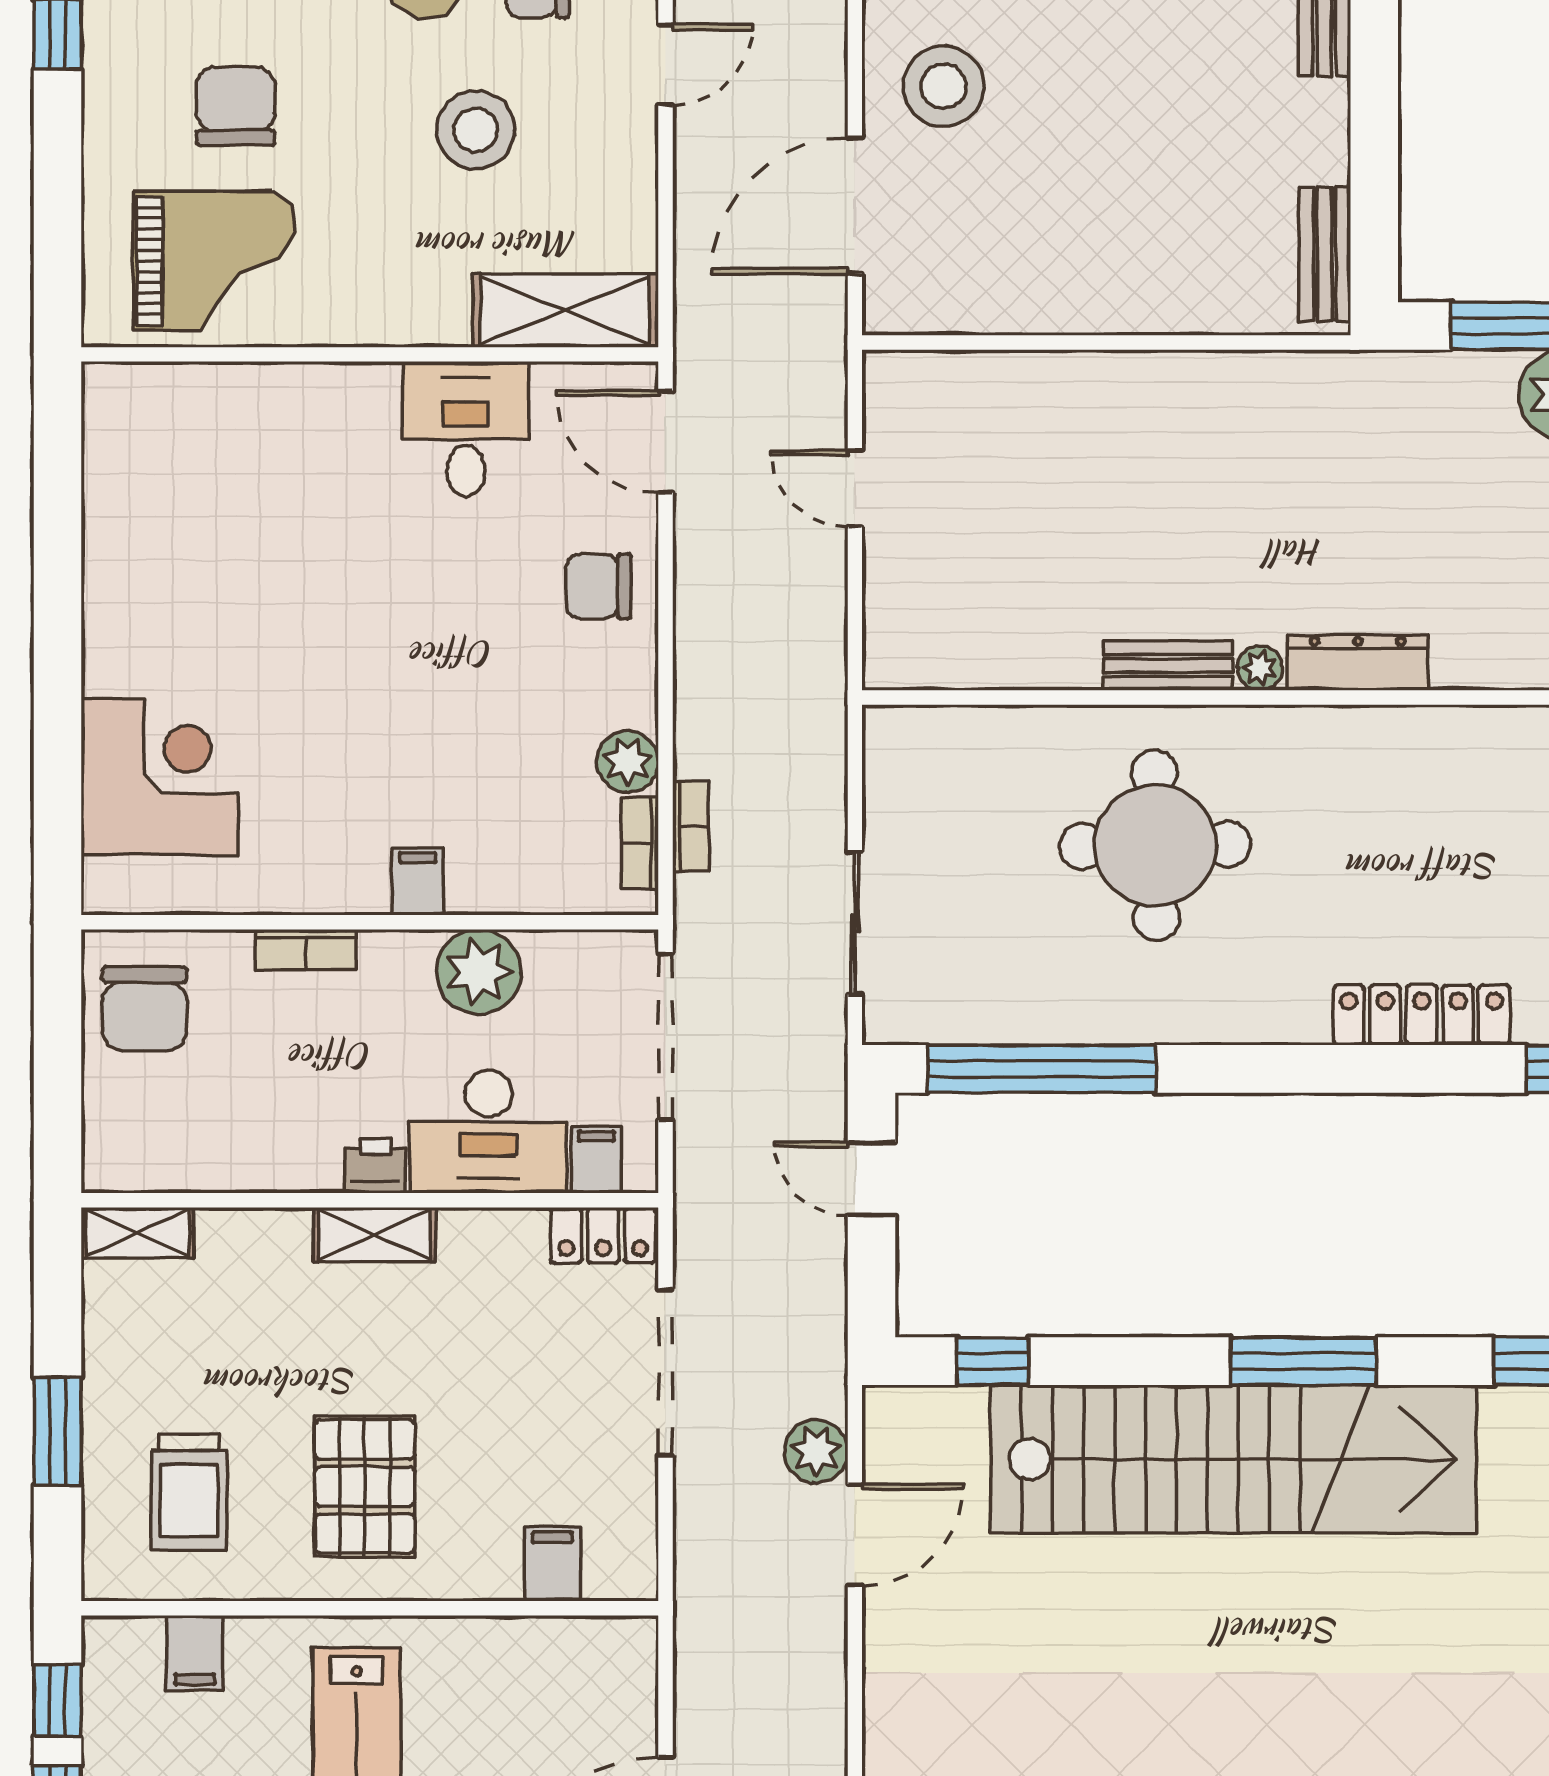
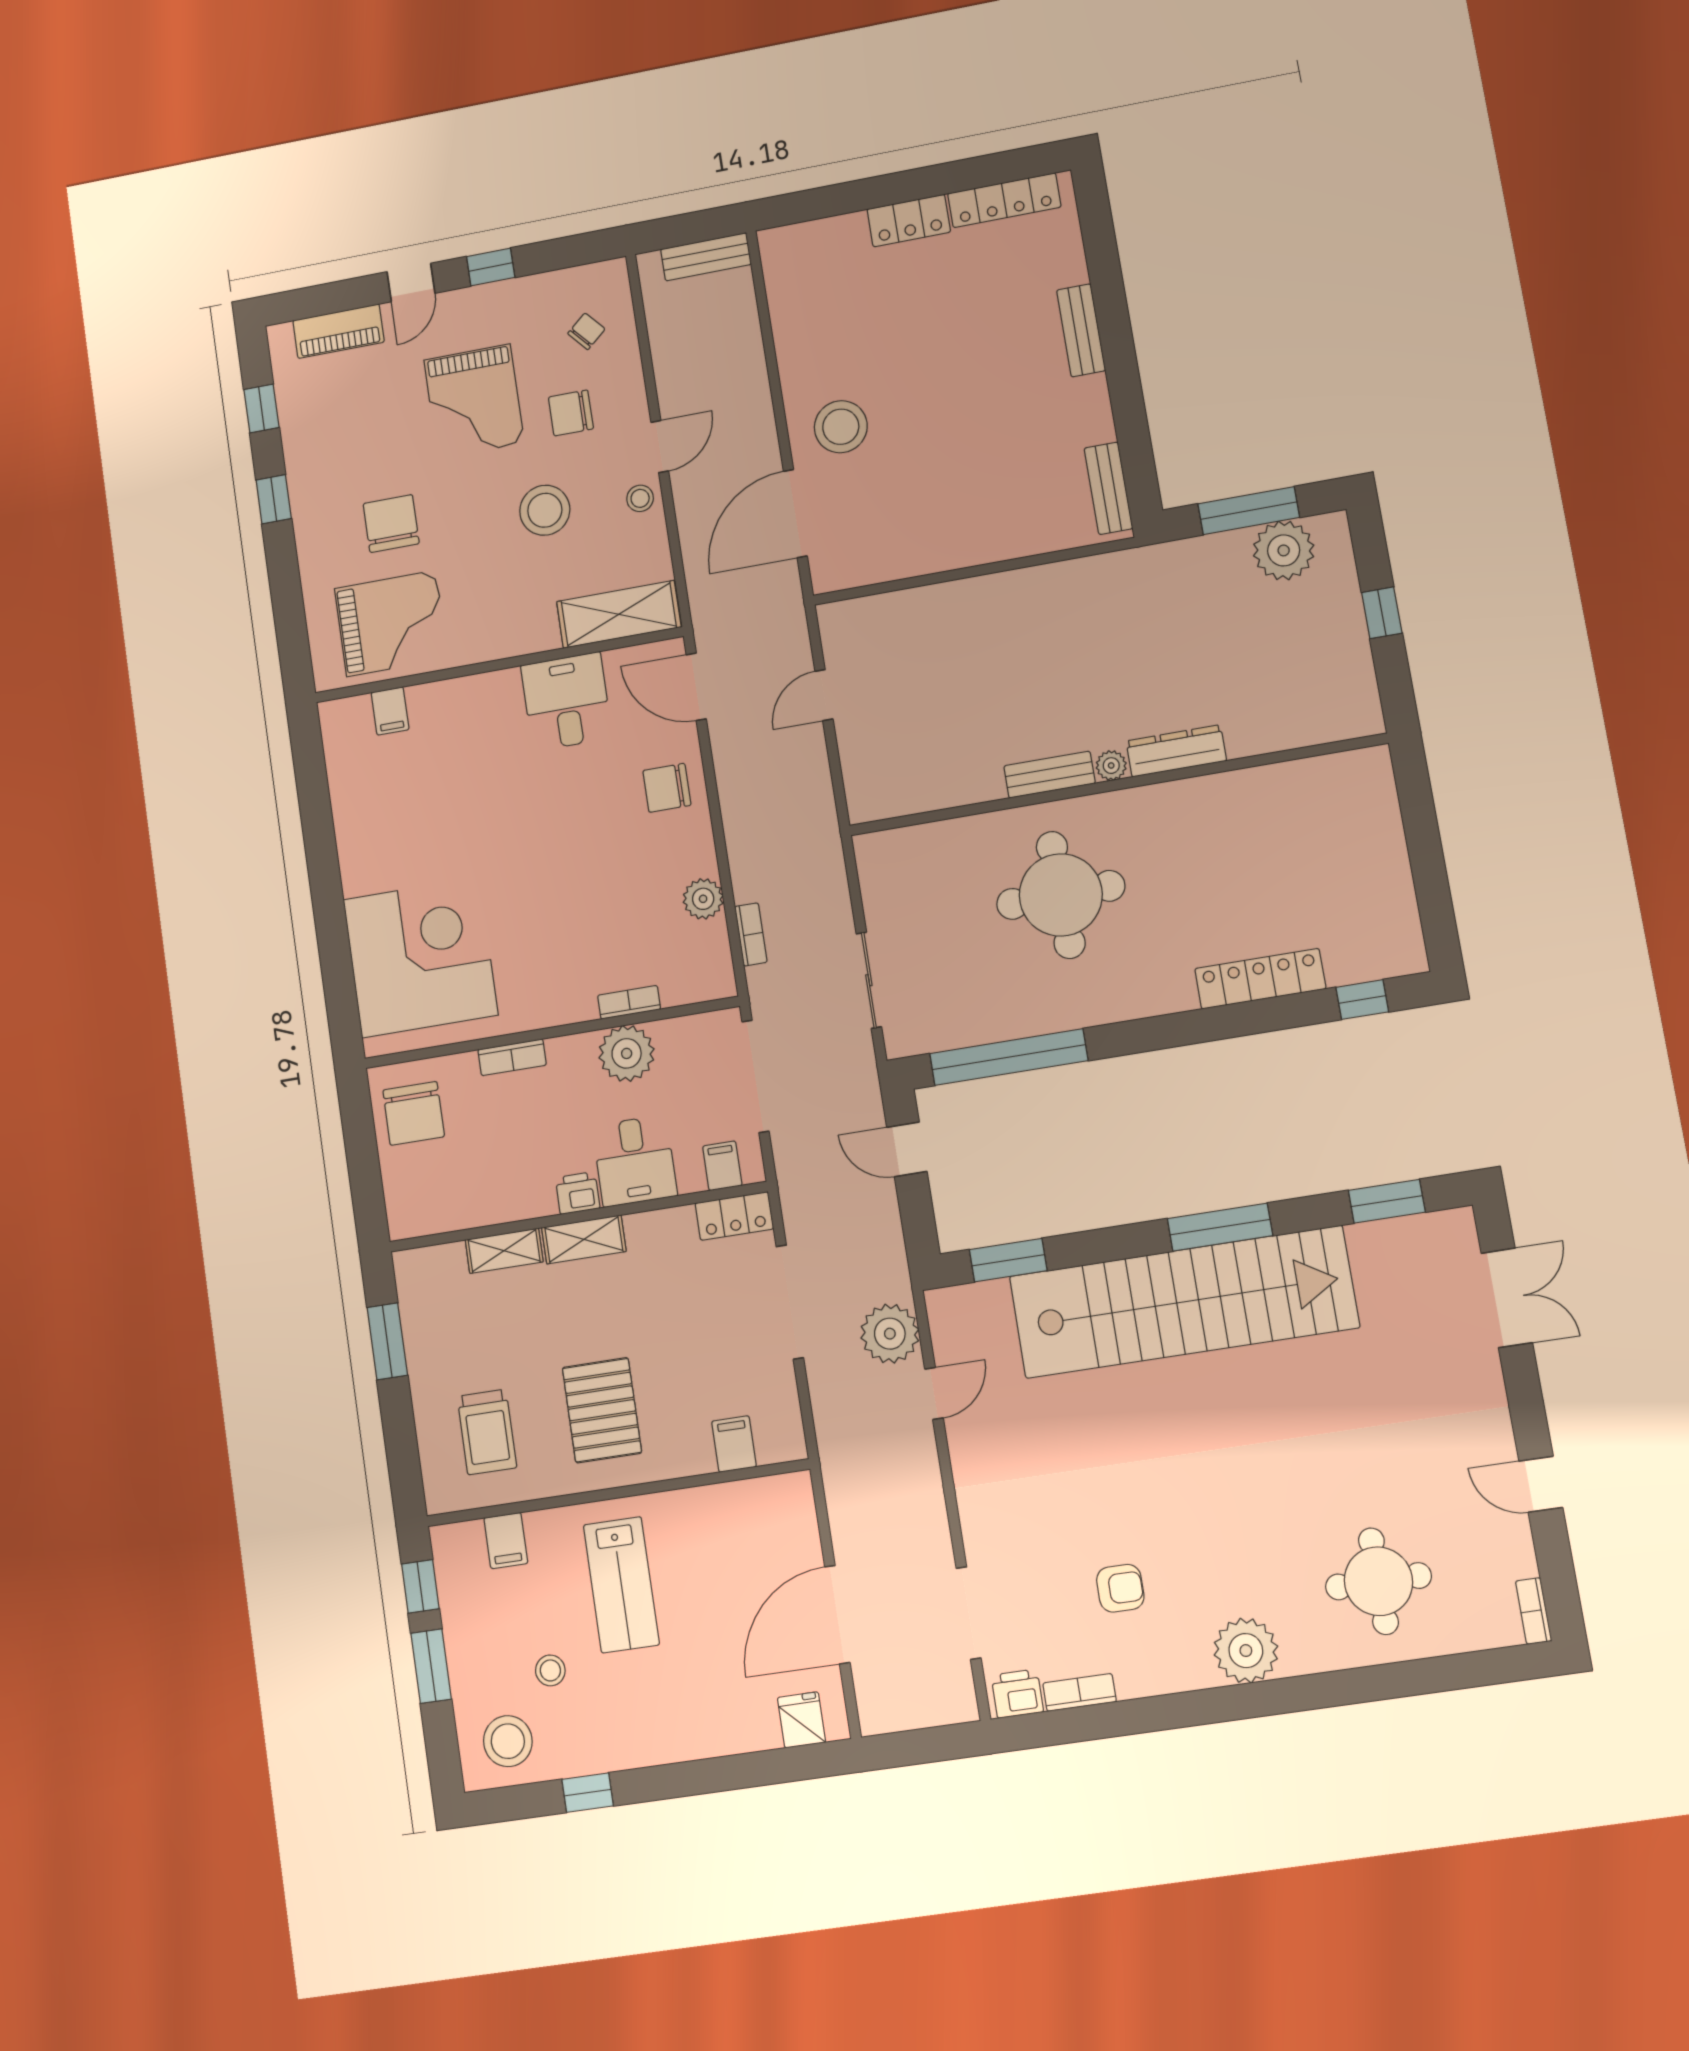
stool: (624, 139) -> (640, 498), added
door: (855, 488) -> (824, 695), hinge flipped
corner desk: (159, 777) -> (420, 957), width x1.36, depth x1.36
bookcase: (640, 843) -> (629, 1002), moved, turned 90
filing cabinet: (418, 881) -> (390, 711), moved, turned 180
desk: (488, 1132) -> (635, 1161), width x0.73
shelving: (138, 1233) -> (504, 1251), moved
window: (993, 1361) -> (1008, 1260), width x1.50
window: (58, 1431) -> (387, 1341), moved
plant: (816, 1451) -> (890, 1334), width x1.36, depth x1.36
door: (855, 1535) -> (934, 1393), width x0.73

